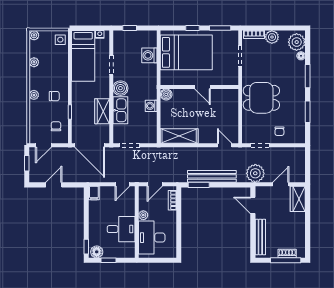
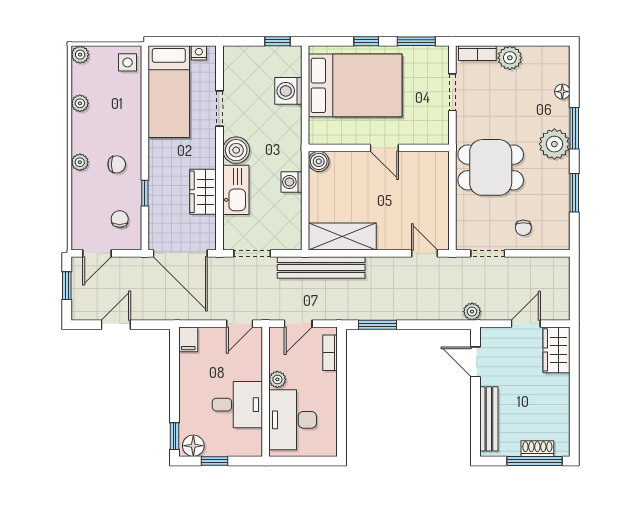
window: (130, 28) -> (277, 41), moved
plant: (297, 42) -> (554, 144), moved
plant: (255, 173) -> (472, 312), width x0.53, depth x0.53
bench: (212, 176) -> (321, 267), moved

